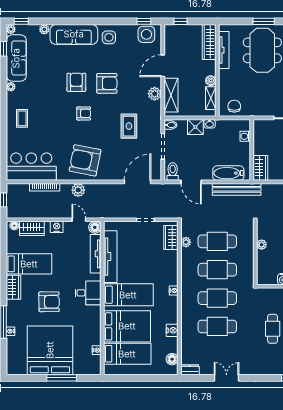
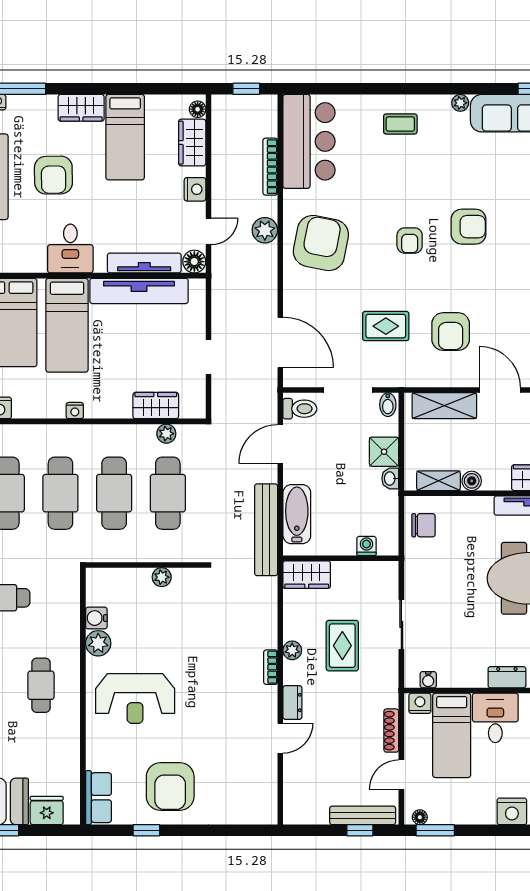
armchair: (107, 83) -> (451, 332), moved
plant: (155, 94) -> (447, 375), removed
wardrobe: (171, 238) -> (156, 406), moved

